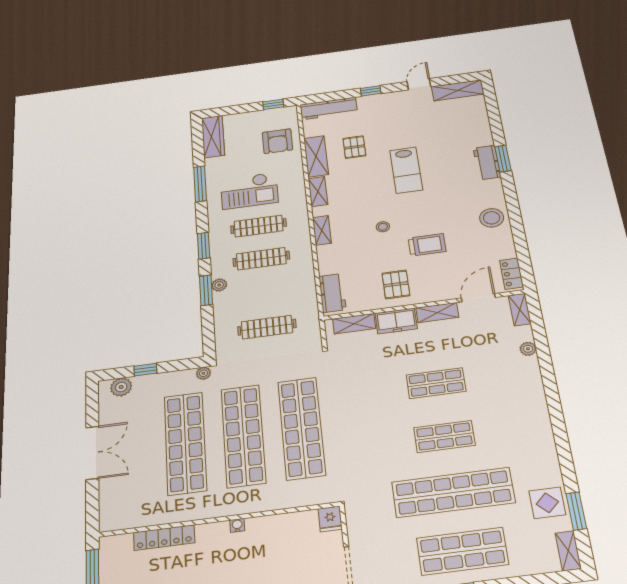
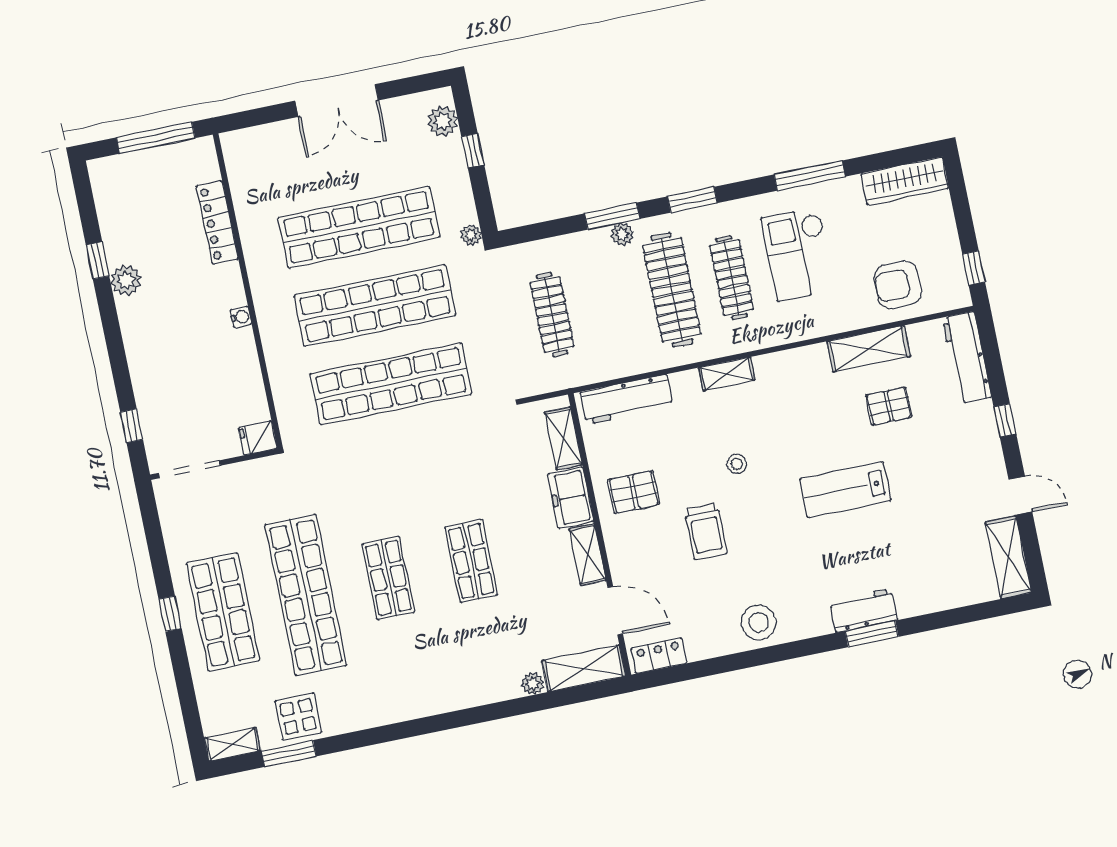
shelving: (318, 192) -> (800, 360), removed
clothes rail: (261, 259) -> (672, 290), width x1.37, depth x1.31
workbench: (332, 293) -> (627, 399), width x1.38
shelving: (520, 310) -> (584, 668), width x1.50, depth x1.33

